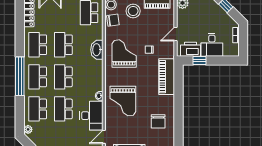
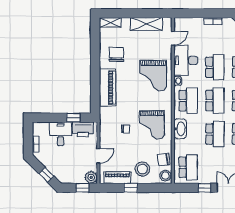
door: (176, 34) -> (98, 156), moved
school desk: (89, 77) -> (188, 101), added
piano: (167, 77) -> (108, 88), moved
grand piano: (123, 101) -> (153, 75), turned 180

